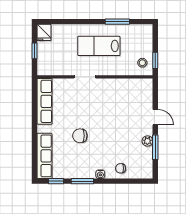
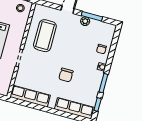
coffee table: (118, 99) -> (45, 36), added

